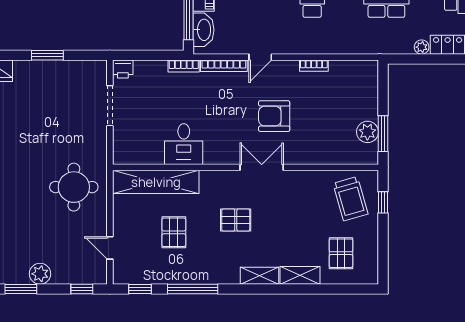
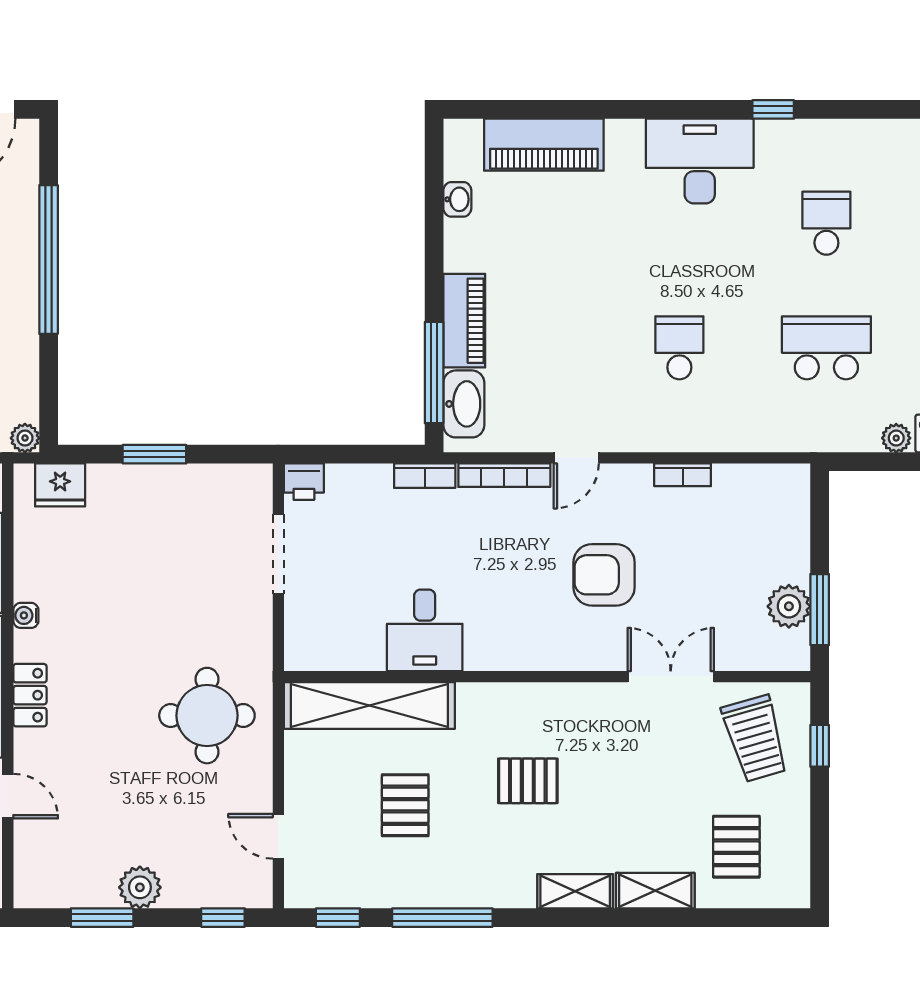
double door: (262, 167) -> (671, 677), moved

